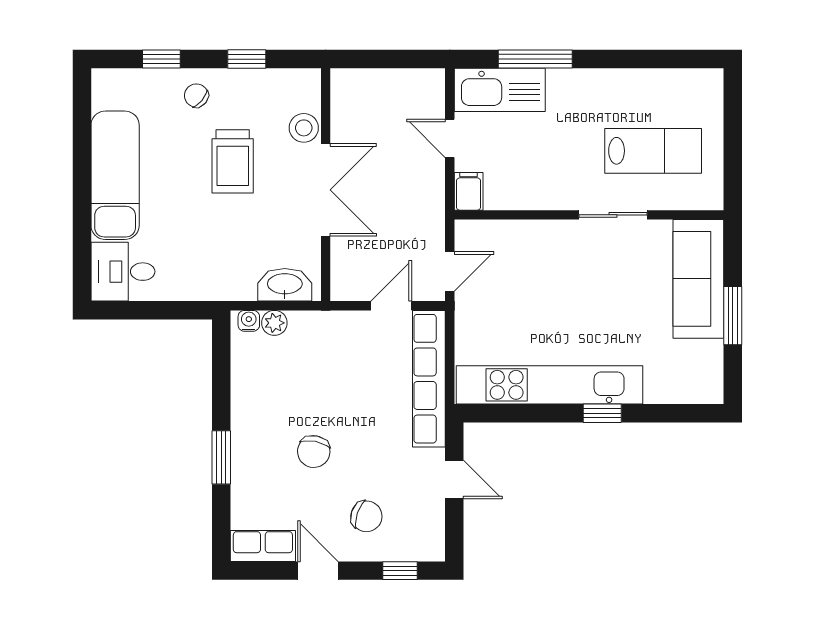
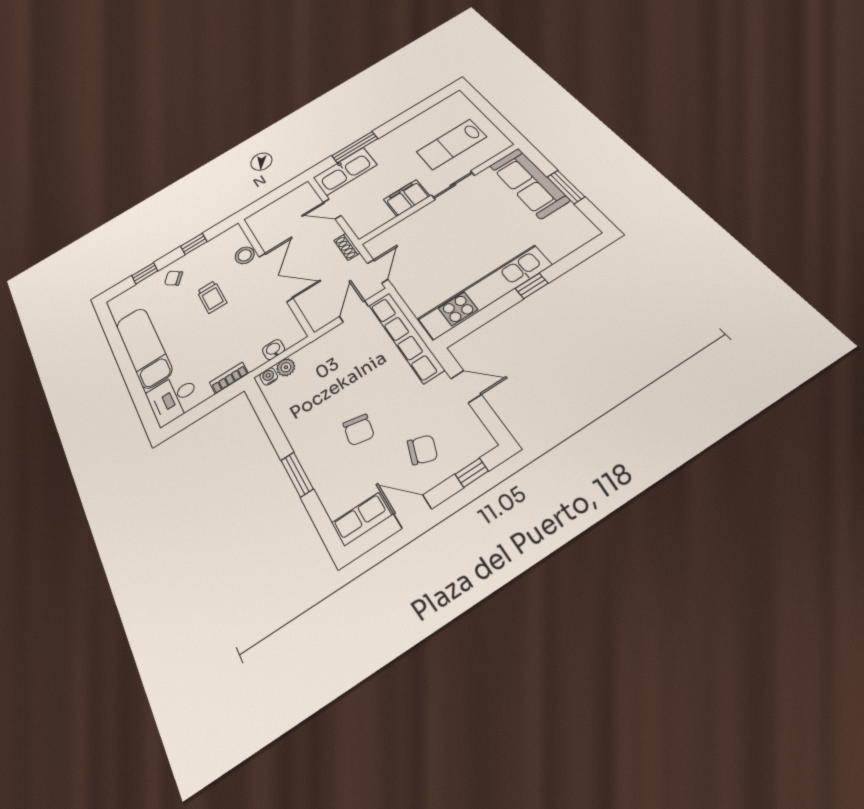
lab bench: (653, 151) -> (451, 144), turned 180
trolley: (233, 161) -> (212, 297), width x0.73, depth x0.72
filing cabinet: (469, 191) -> (407, 198), moved, width x2.00
shoe rack: (435, 210) -> (347, 247), added
washbasin: (285, 285) -> (274, 350), width x0.52, depth x0.69
bookcase: (202, 291) -> (229, 378), added

